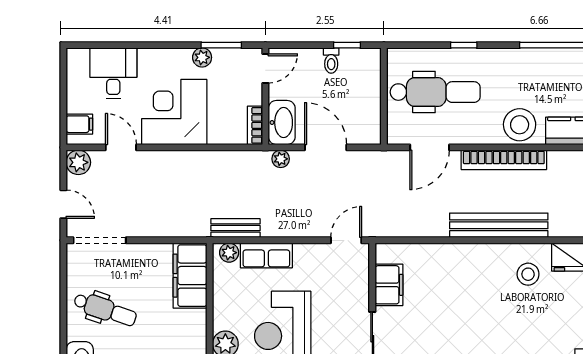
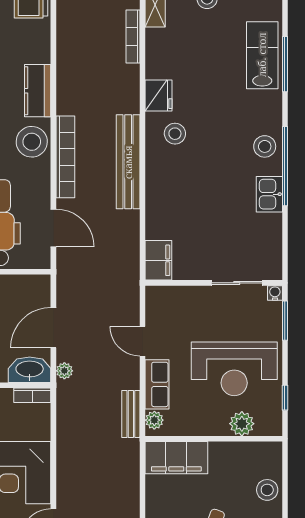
door: (346, 240) -> (142, 341), moved
filing cabinet: (389, 285) -> (158, 260), moved, turned 90

